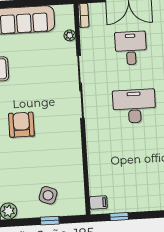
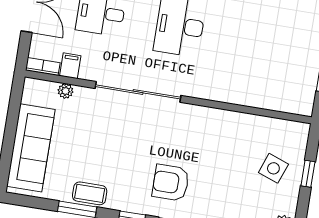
filing cabinet: (98, 202) -> (70, 66), moved

